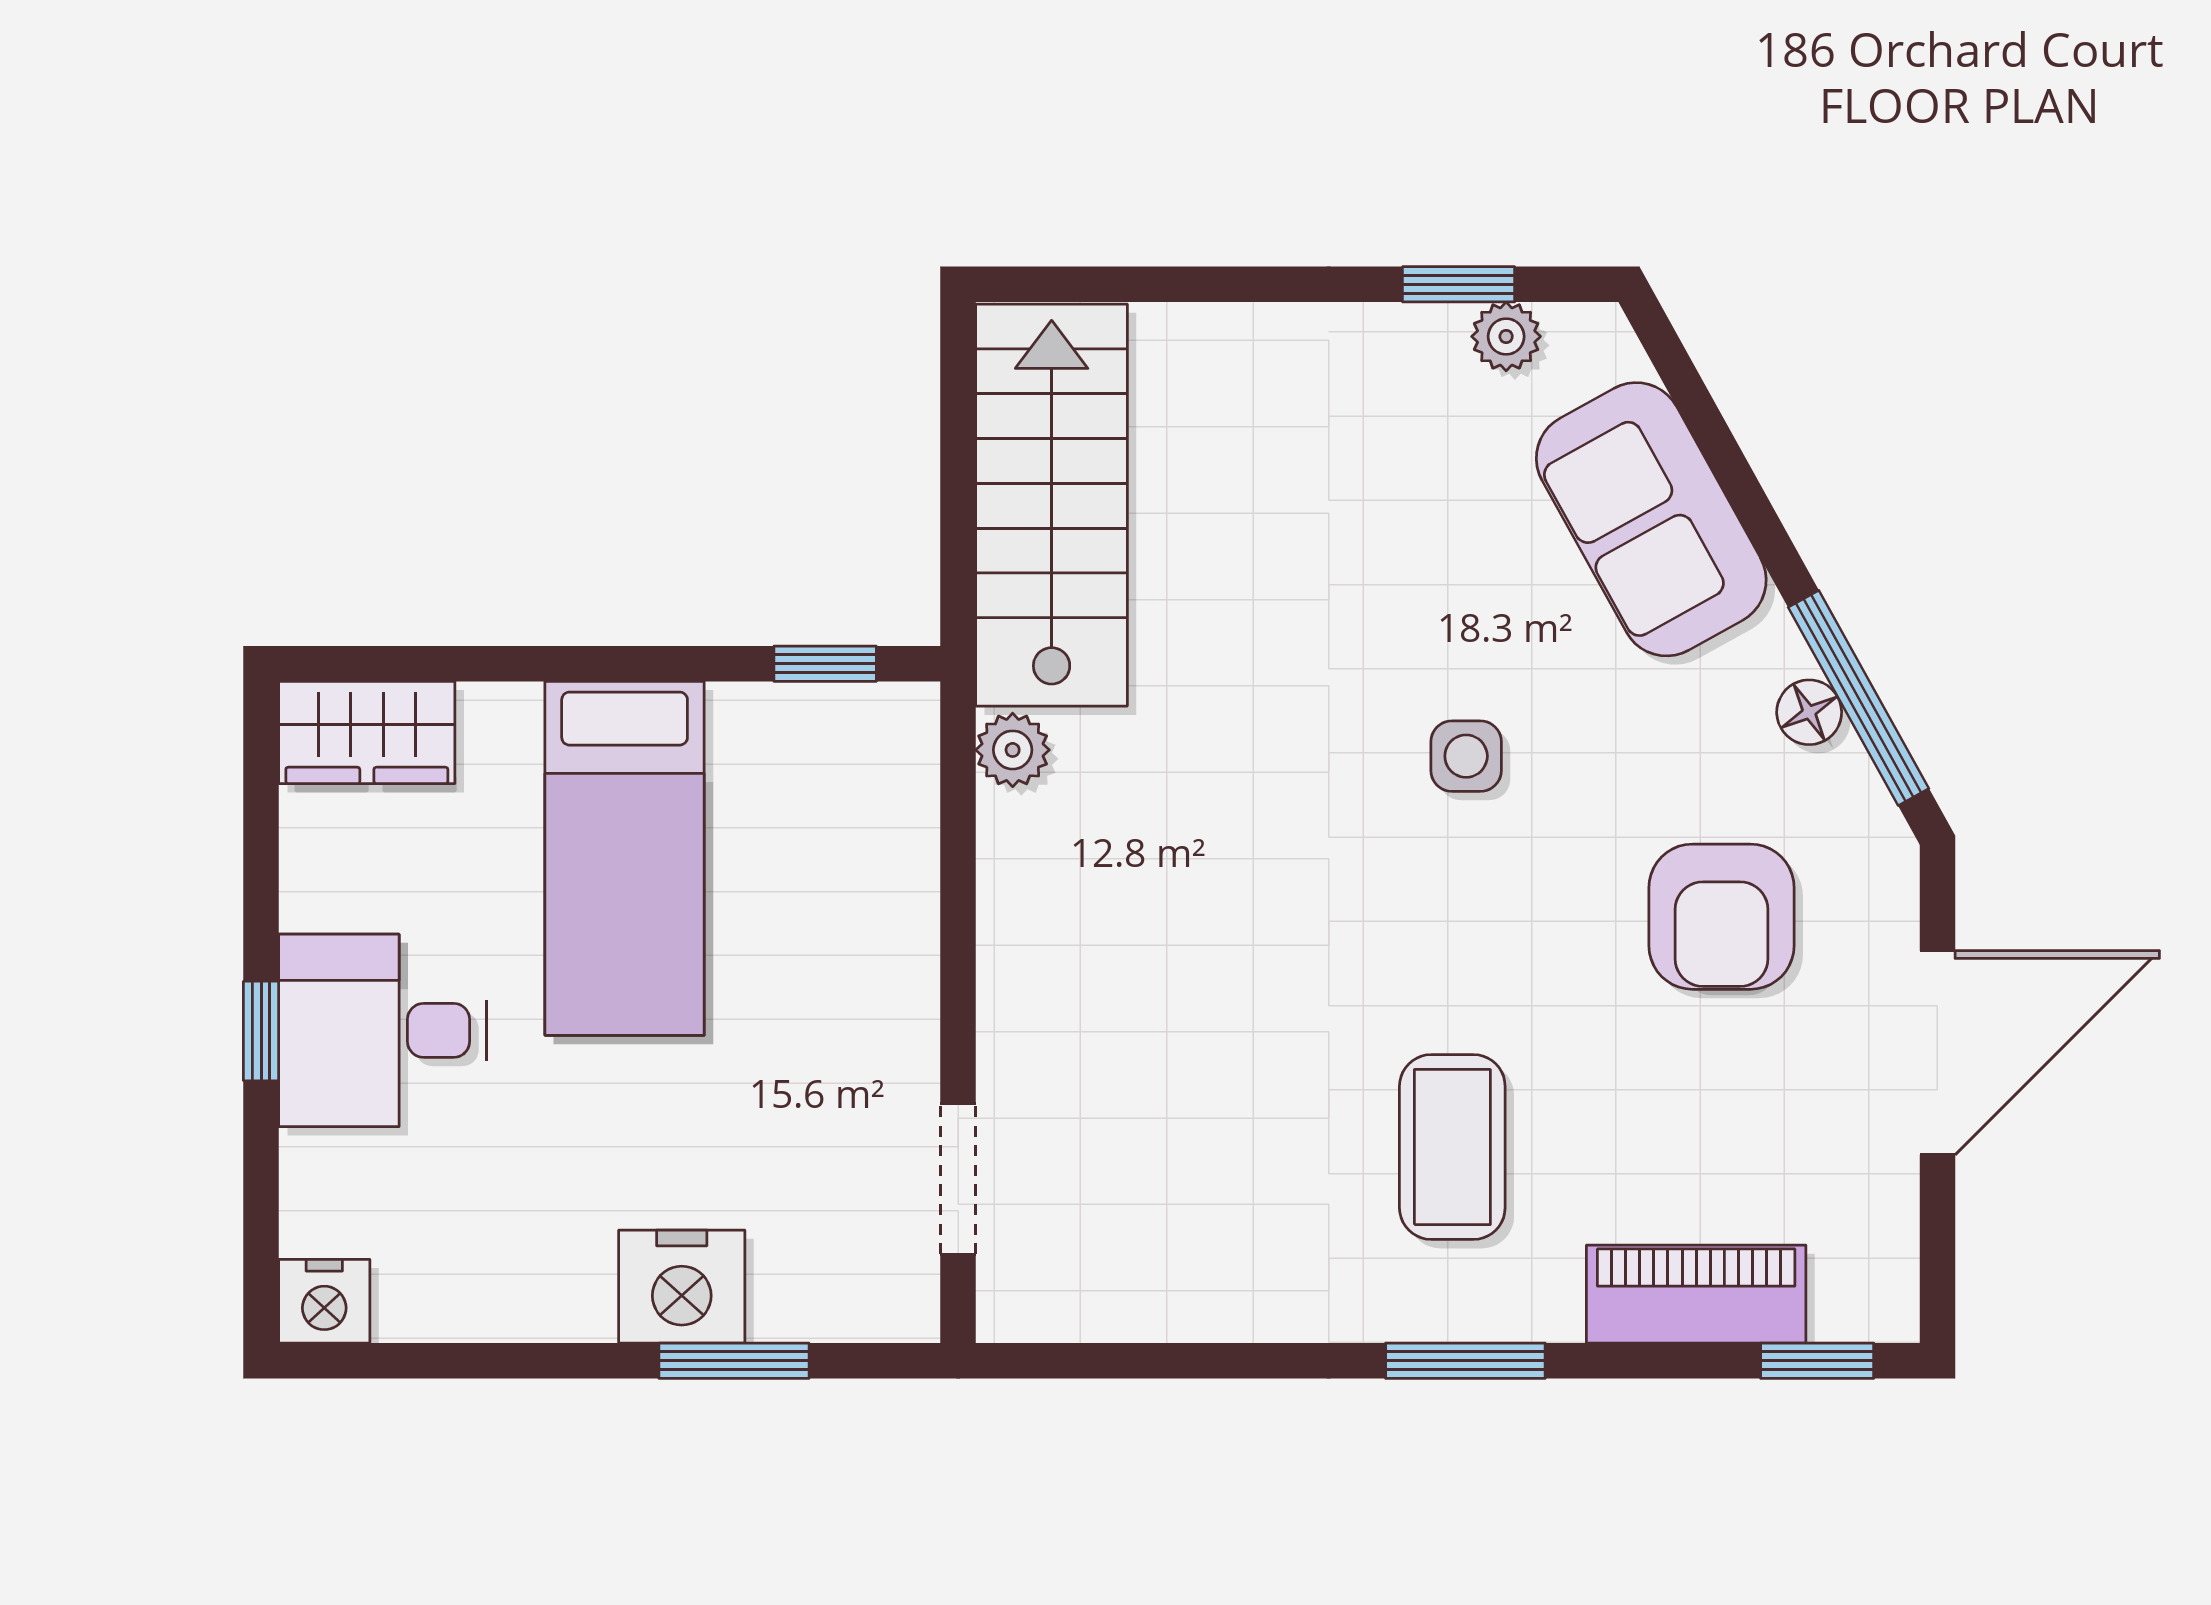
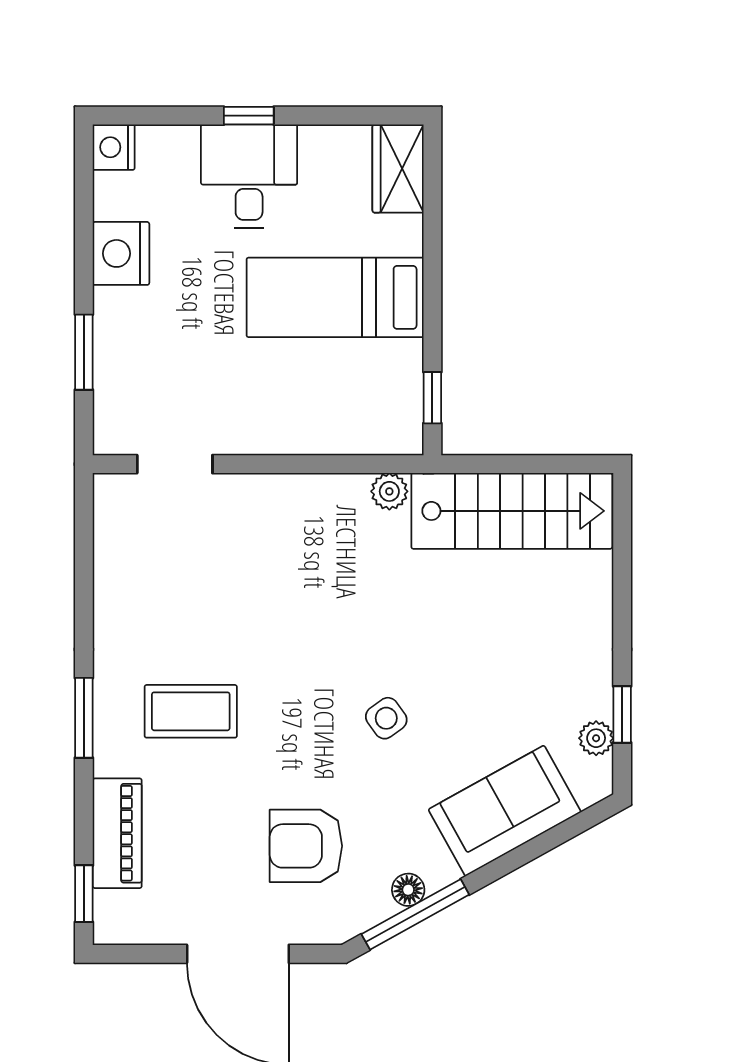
side table: (1466, 756) -> (386, 718), turned -36
nightstand: (682, 1287) -> (121, 253), moved

